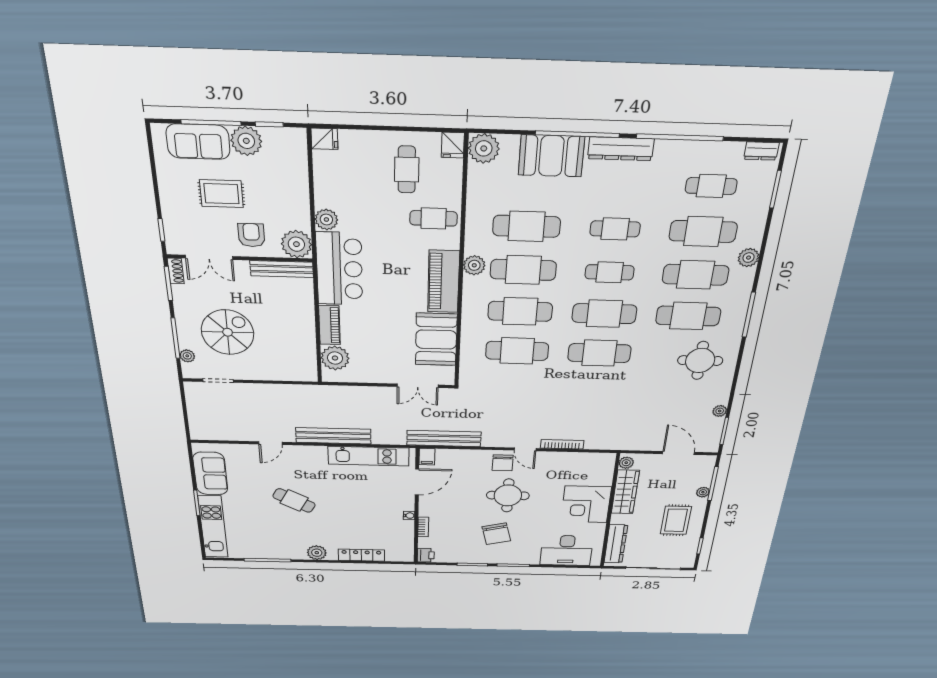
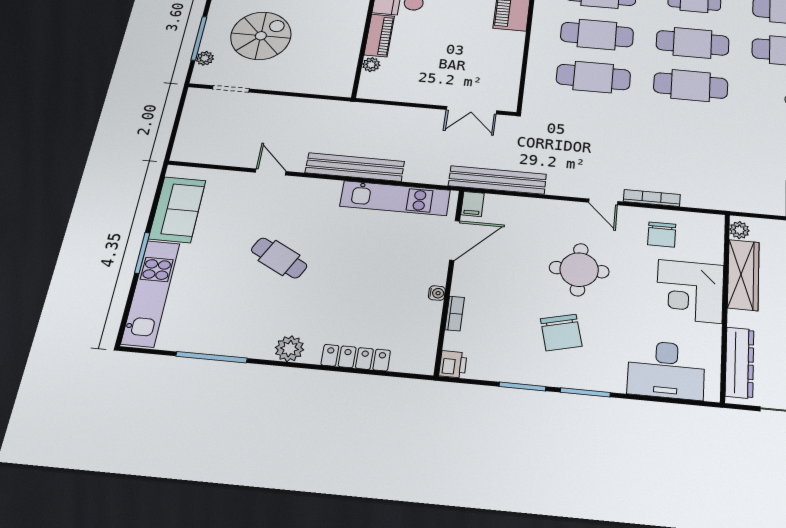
booth: (436, 339) -> (499, 58), removed
plant: (335, 358) -> (371, 65), width x0.53, depth x0.53
door: (270, 443) -> (271, 172), swing flipped
chair: (503, 463) -> (662, 235), moved

